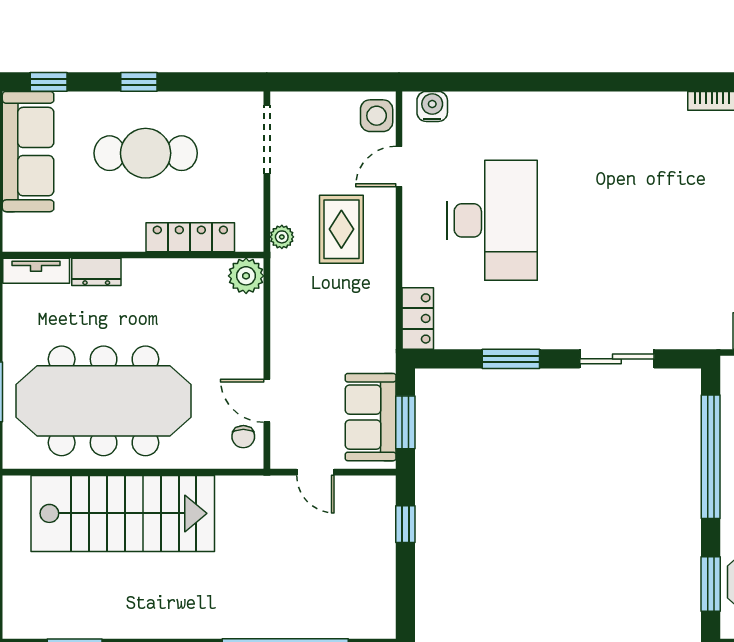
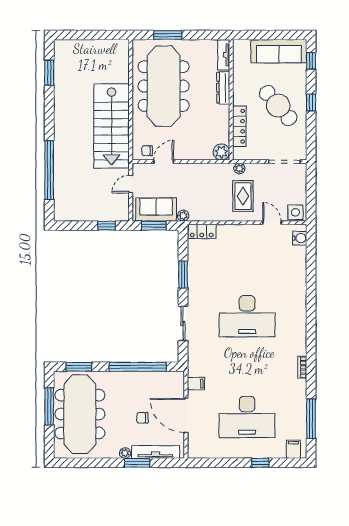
cafe table: (146, 153) -> (278, 106), turned -41
desk: (492, 220) -> (247, 316), moved
rug: (341, 229) -> (243, 196), turned 90
dresser: (96, 272) -> (223, 88), width x1.44
plant: (384, 359) -> (183, 216), added
stairs: (123, 513) -> (112, 126), moved

